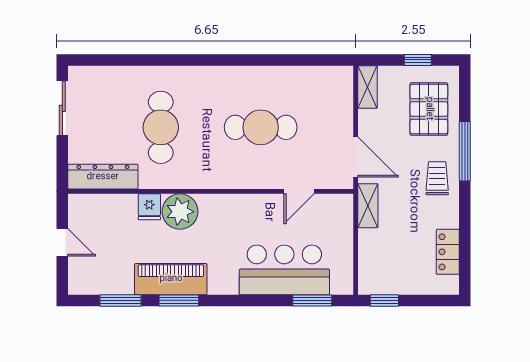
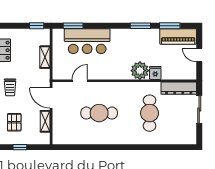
shelving: (368, 87) -> (45, 121), moved
sliding door: (62, 108) -> (199, 110), moved
pallet: (429, 109) -> (14, 122), width x0.67, depth x0.71
shelving: (368, 206) -> (45, 57), moved
piano: (171, 279) -> (178, 36), moved

